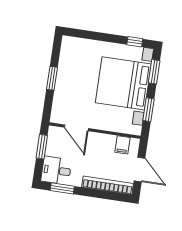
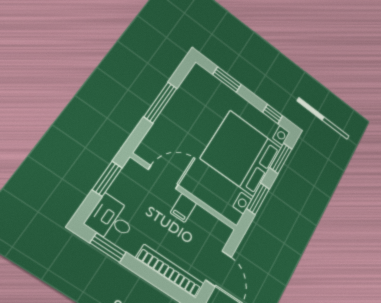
window: (90, 35) -> (227, 80), added
window: (52, 78) -> (161, 102), width x1.44
door: (77, 128) -> (163, 177), swing flipped
filing cabinet: (122, 145) -> (183, 208), moved

